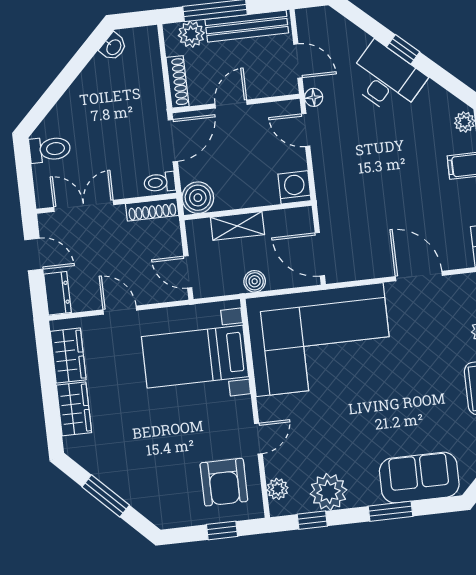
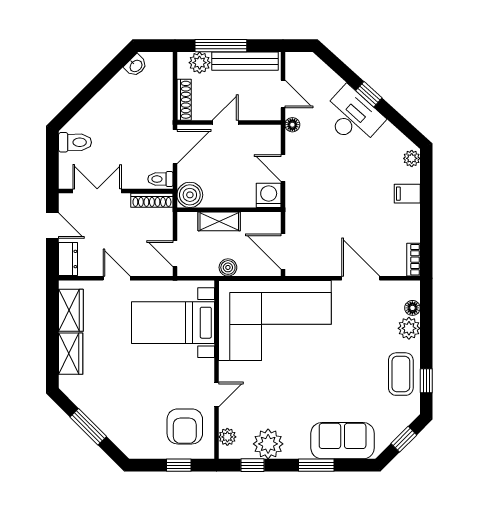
door: (306, 130) -> (283, 168), moved

